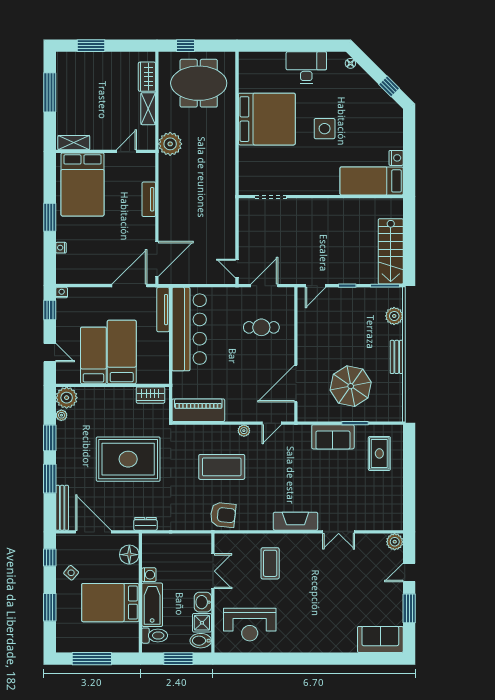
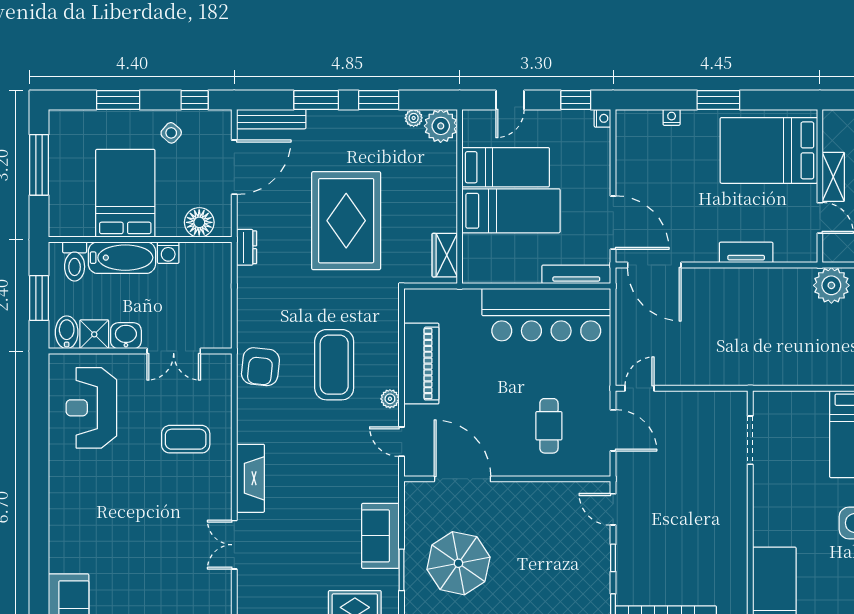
shelving: (74, 143) -> (833, 177), moved
piano: (198, 410) -> (421, 364), moved

